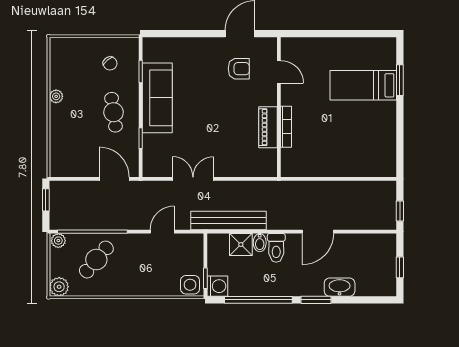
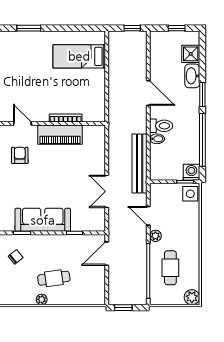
door: (279, 72) -> (22, 124), hinge flipped
bed: (363, 85) -> (79, 56), moved, turned 90
cafe table: (114, 112) -> (54, 278), moved
piano: (268, 127) -> (60, 135), width x1.37, depth x1.33
plant: (58, 241) -> (155, 236), moved
shower: (241, 244) -> (191, 54), moved
cafe table: (96, 260) -> (170, 268), turned 50

